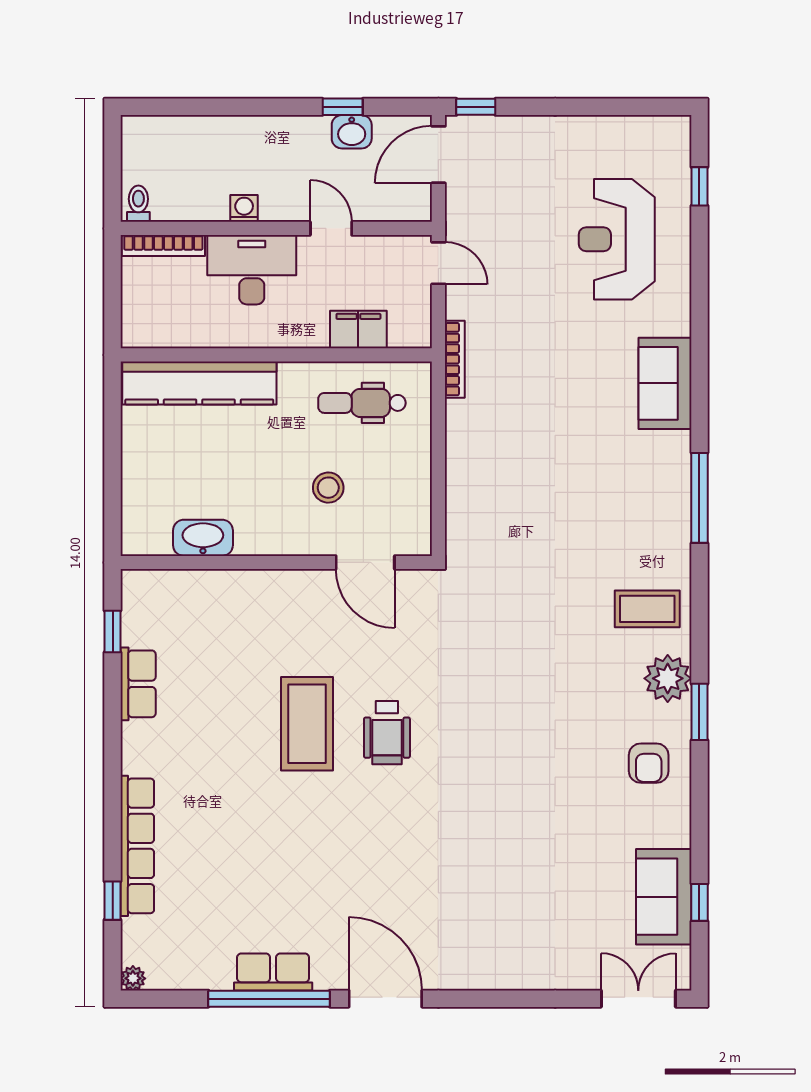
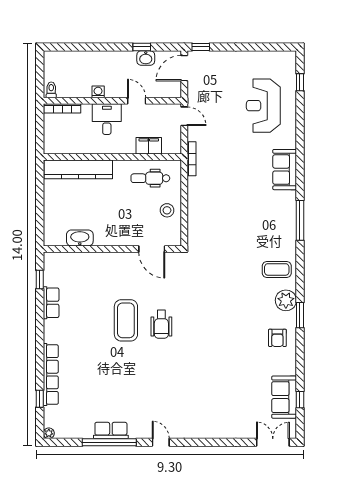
desk: (252, 270) -> (107, 119), width x0.73
stool: (328, 488) -> (167, 210), moved
door: (385, 999) -> (161, 442), width x0.53

